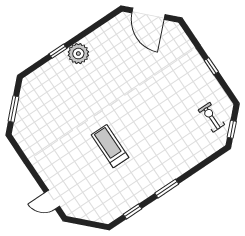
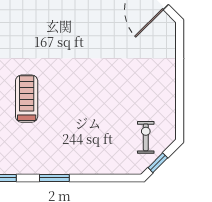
window: (211, 66) -> (180, 87), removed

